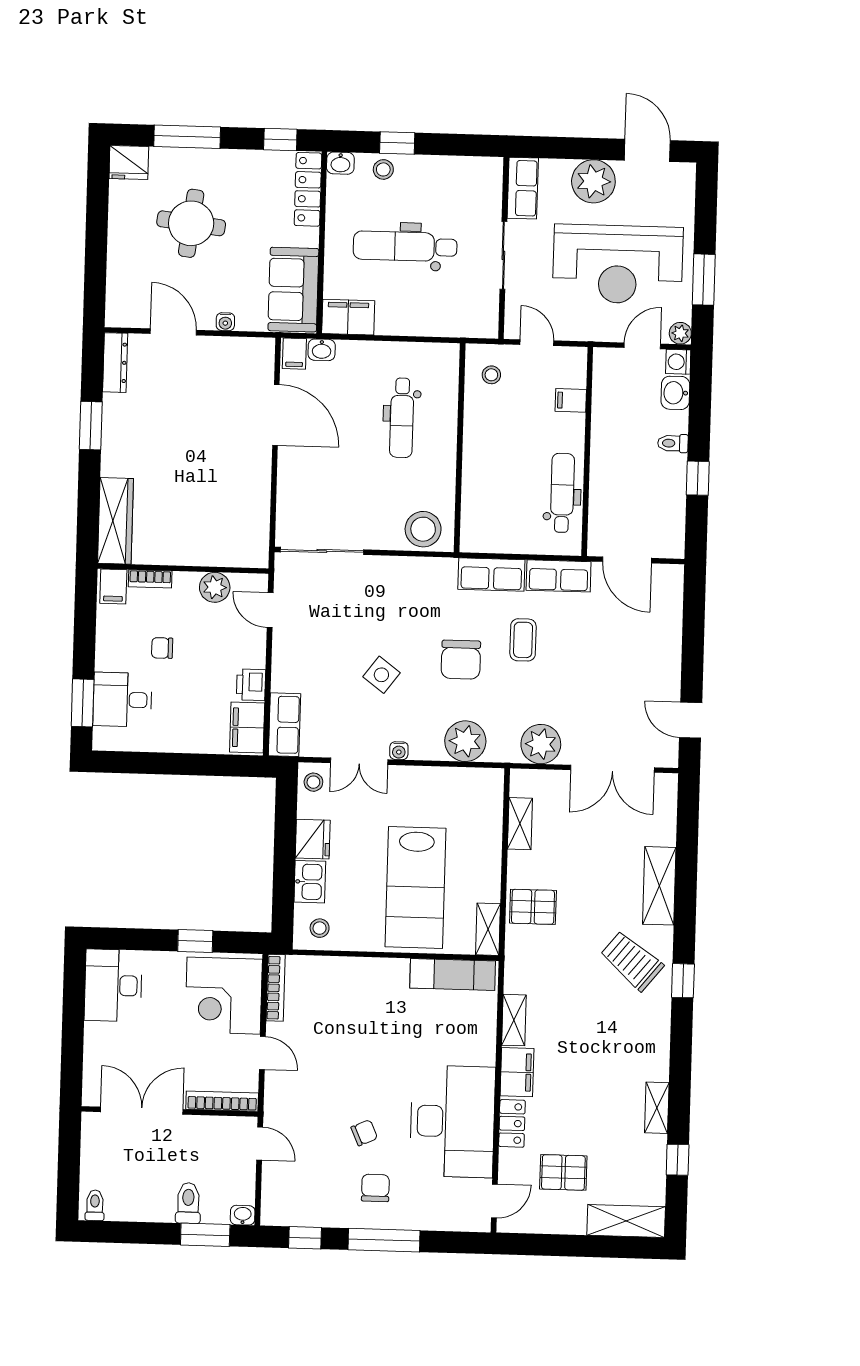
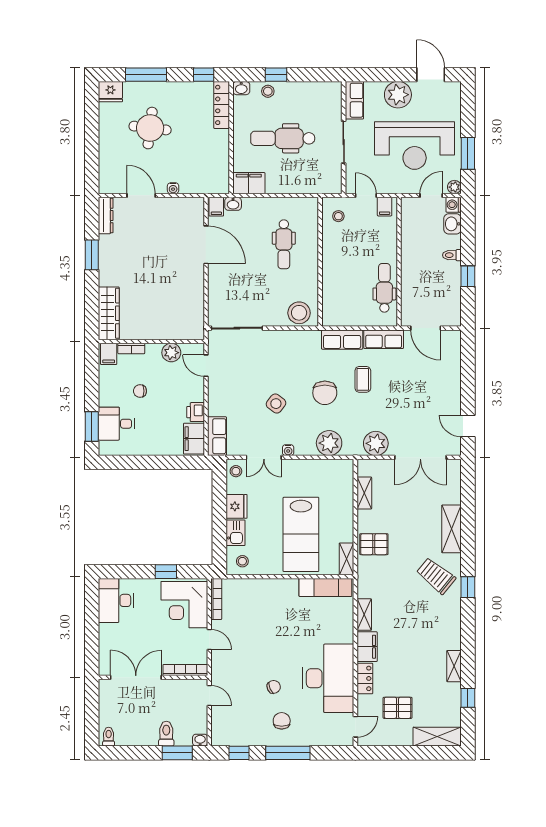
sofa: (293, 290) -> (214, 167), removed
filing cabinet: (571, 400) -> (385, 207), moved, turned -90

